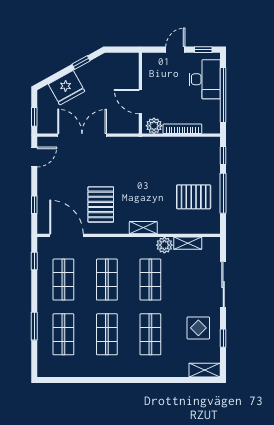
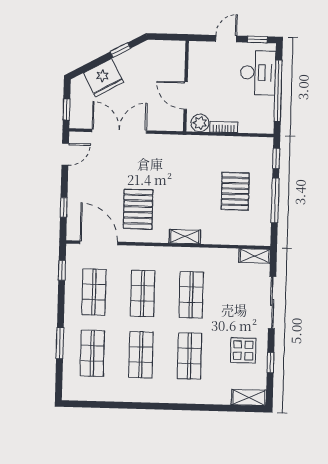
bookcase: (182, 129) -> (224, 127), width x0.64
pallet: (194, 197) -> (235, 191), moved, turned 90
shelving: (188, 243) -> (255, 256), moved
plant: (164, 245) -> (208, 257), removed

